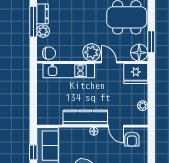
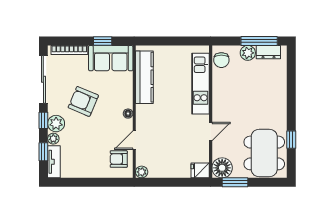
plant: (92, 52) -> (222, 111), removed
fridge: (136, 74) -> (200, 170), width x0.53, depth x0.75
plant: (143, 106) -> (142, 172), moved
kitchen counter: (85, 118) -> (144, 77), moved

